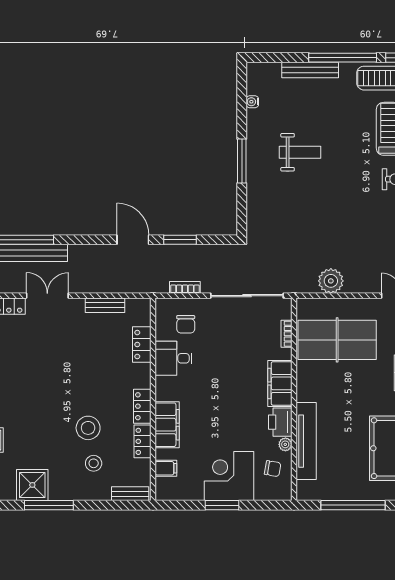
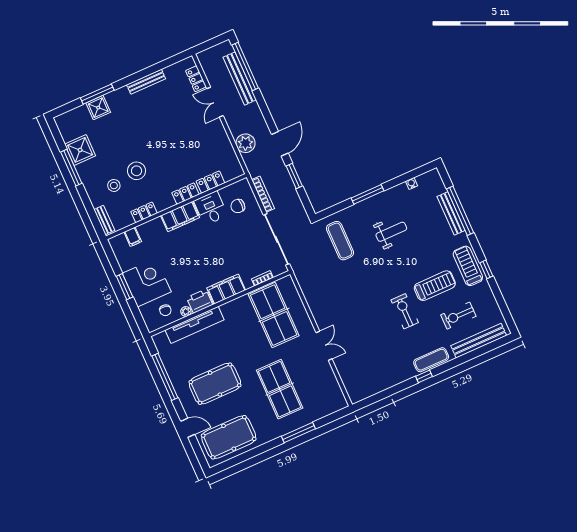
window: (343, 58) -> (460, 211), moved
weight bench: (300, 152) -> (391, 232), turned -90
exercise mat: (283, 219) -> (340, 241), added
plant: (331, 281) -> (246, 143), moved
bookcase: (185, 287) -> (263, 194), width x1.56
double door: (47, 296) -> (215, 102), swing flipped
bench: (105, 305) -> (226, 145), removed
locker: (142, 406) -> (185, 194), moved
filing cabinet: (167, 425) -> (180, 217), moved

